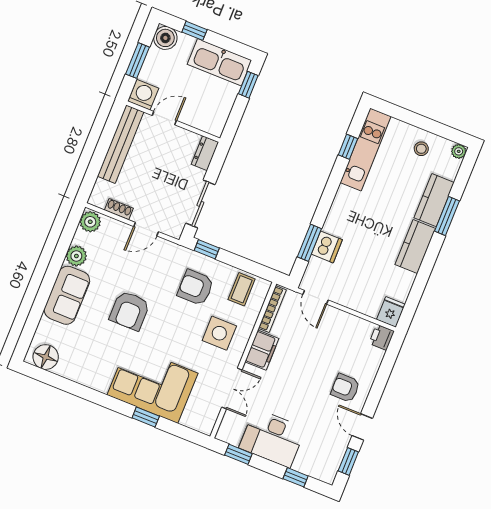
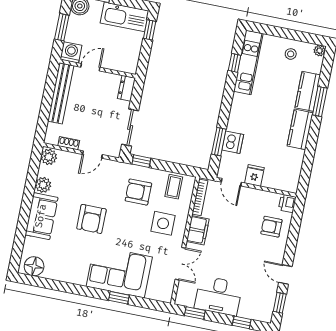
fridge: (391, 312) -> (254, 175), moved
armchair: (345, 388) -> (271, 227), moved

